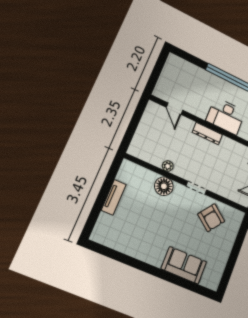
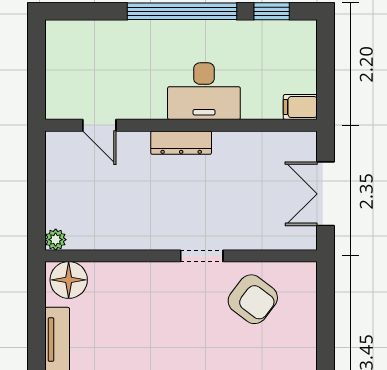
plant: (168, 166) -> (56, 240), moved
floor lamp: (164, 186) -> (69, 280), moved

